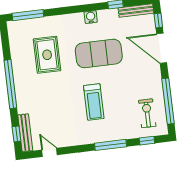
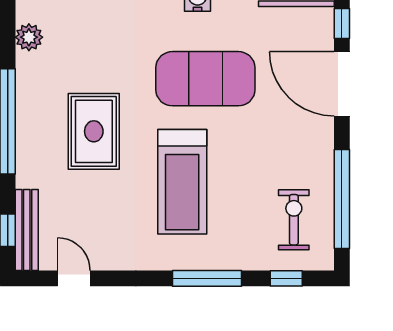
plant: (16, 44) -> (29, 37), added
rug: (47, 55) -> (94, 131), moved
treadmill: (94, 102) -> (182, 182), width x1.37, depth x1.38

